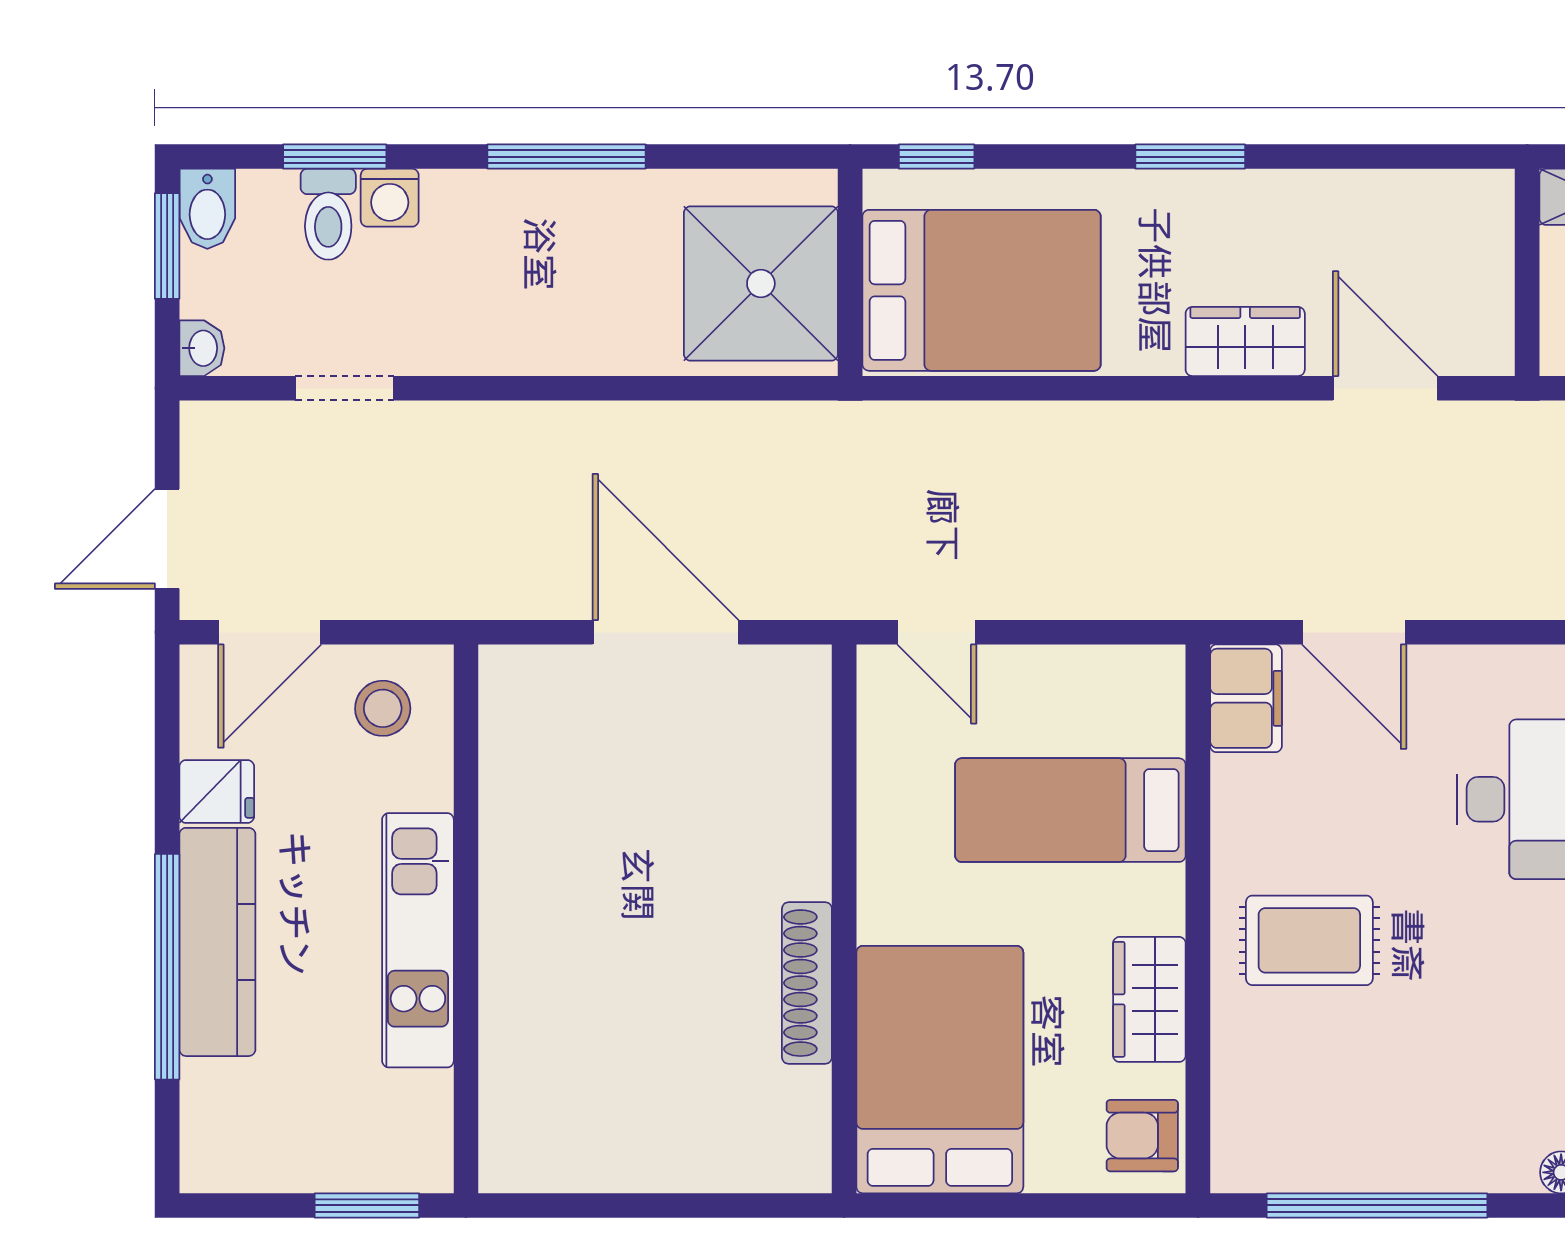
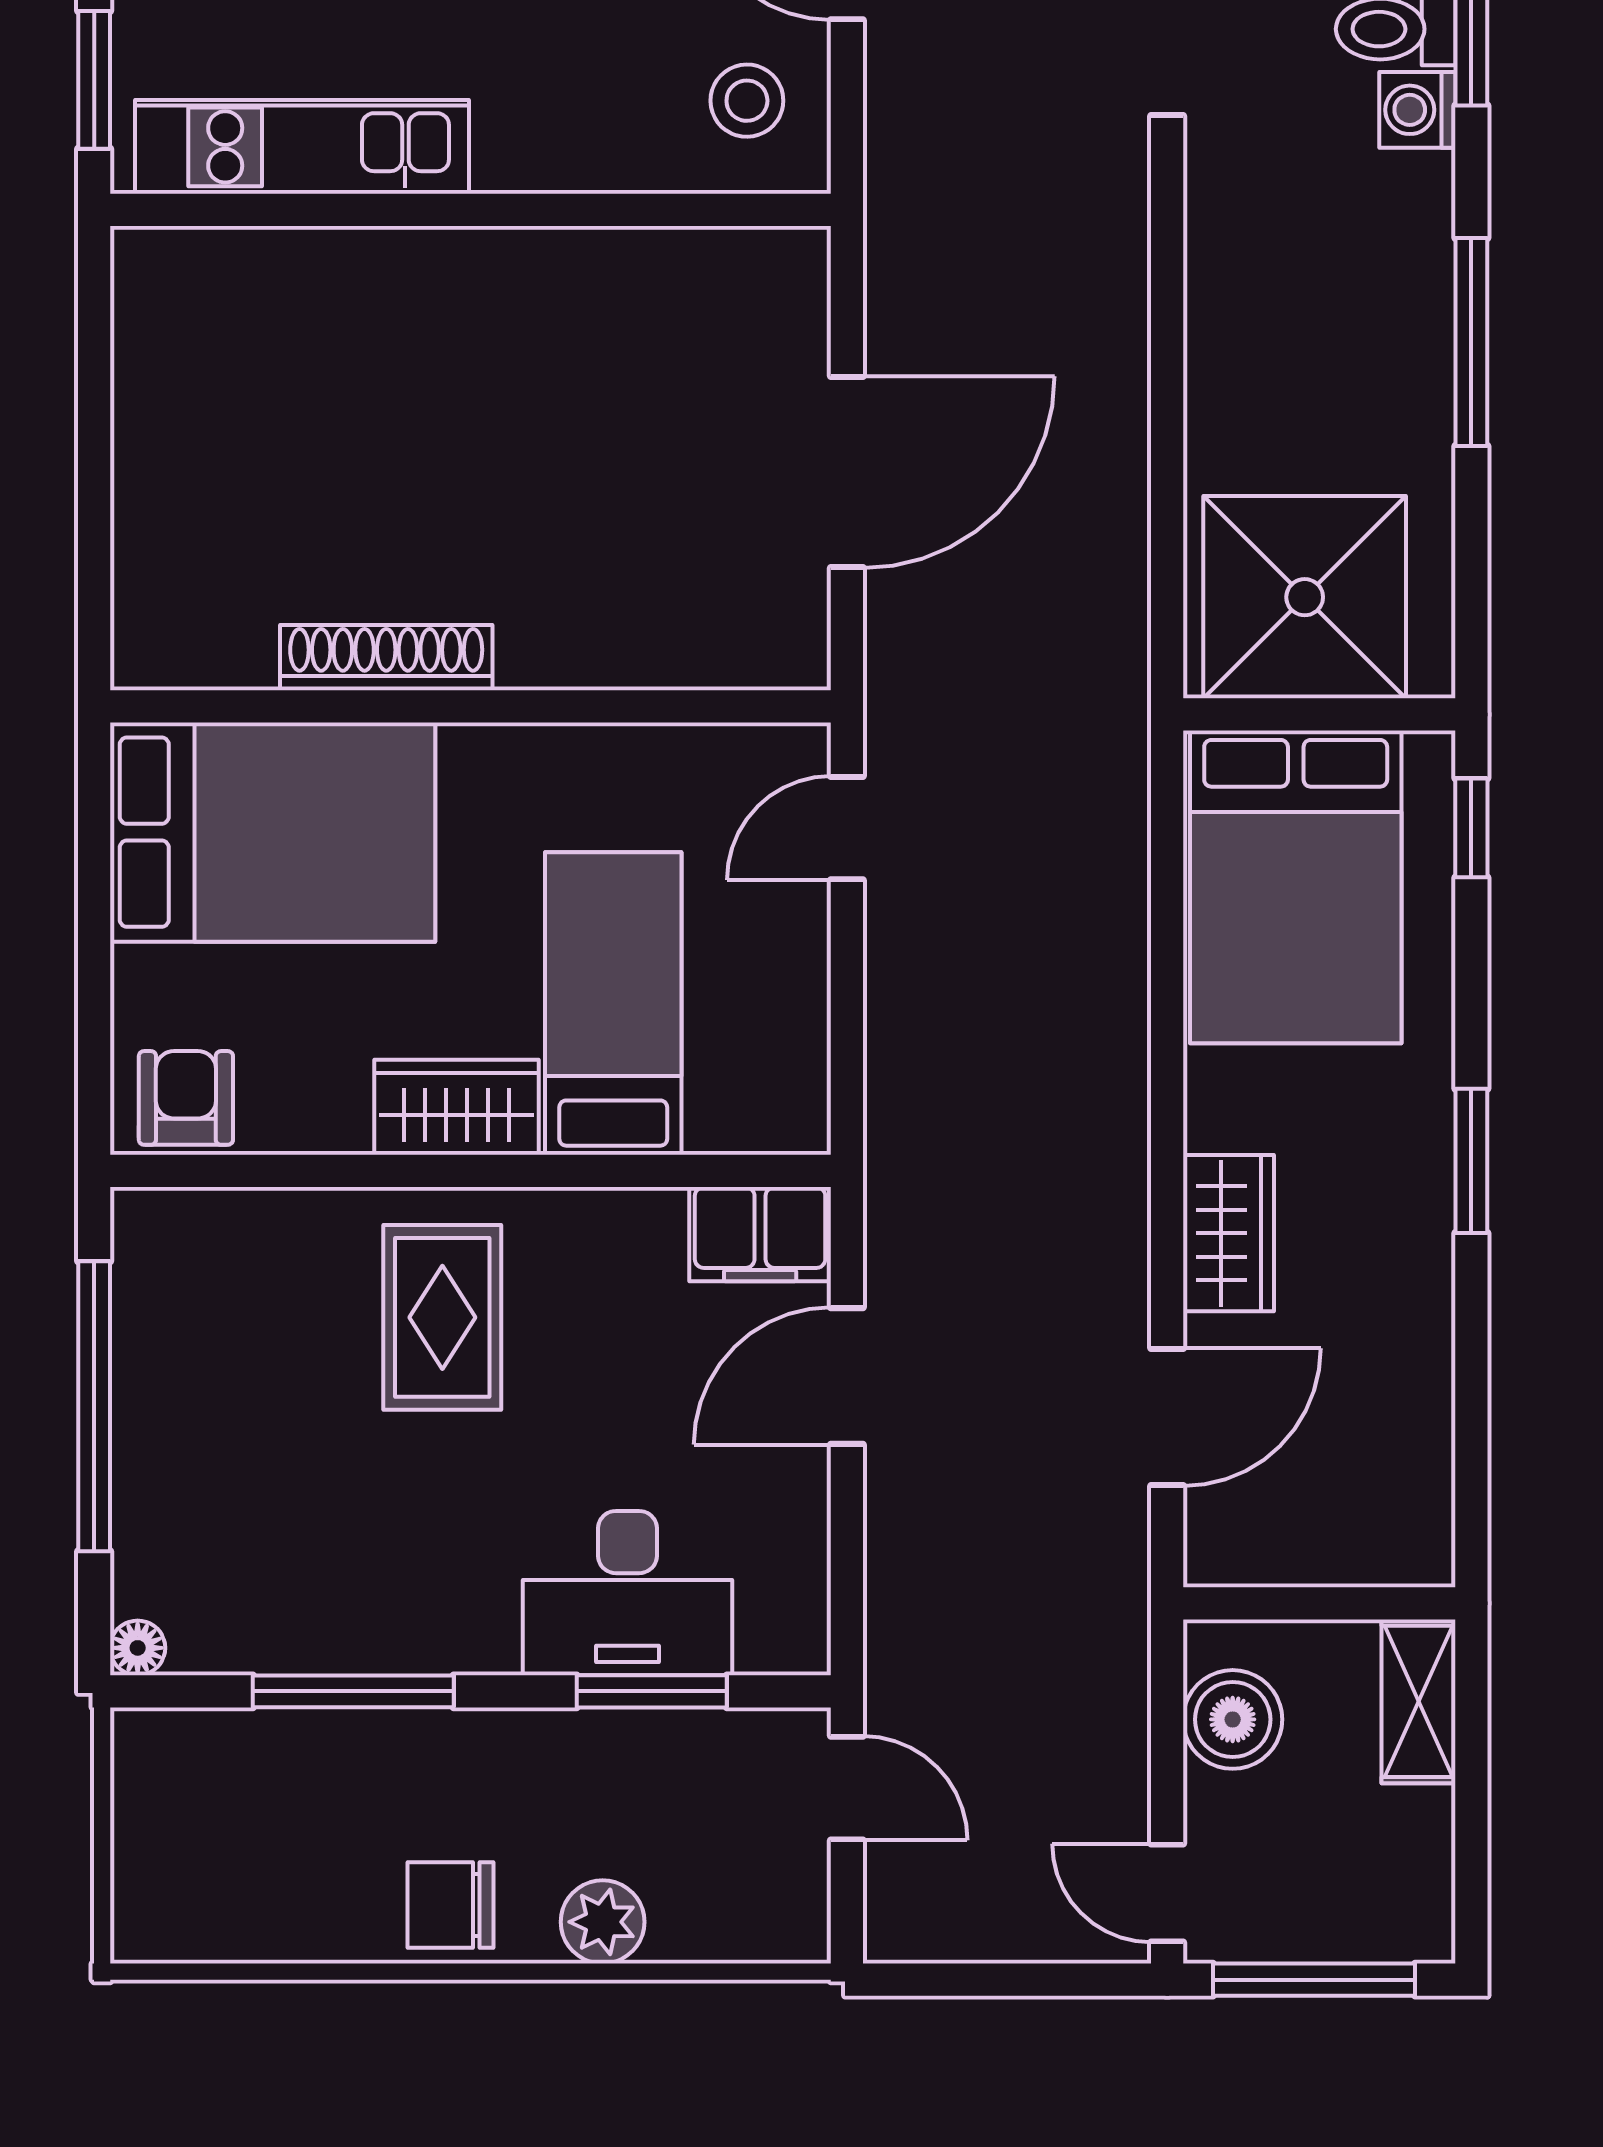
kitchen unit: (418, 940) -> (302, 147), moved
wardrobe: (1149, 999) -> (457, 1107), moved

